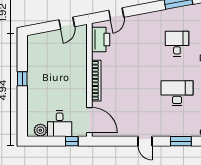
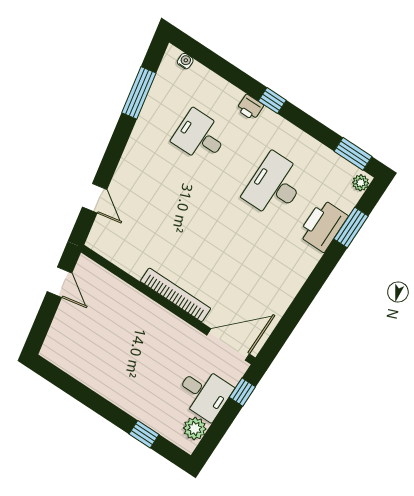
printer: (101, 39) -> (323, 226), moved, turned -90
window: (22, 79) -> (144, 434), moved
door: (145, 141) -> (315, 282), removed

